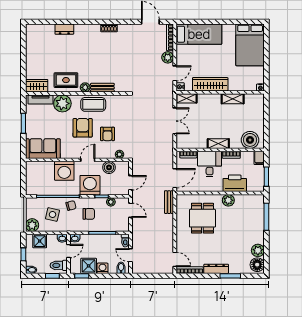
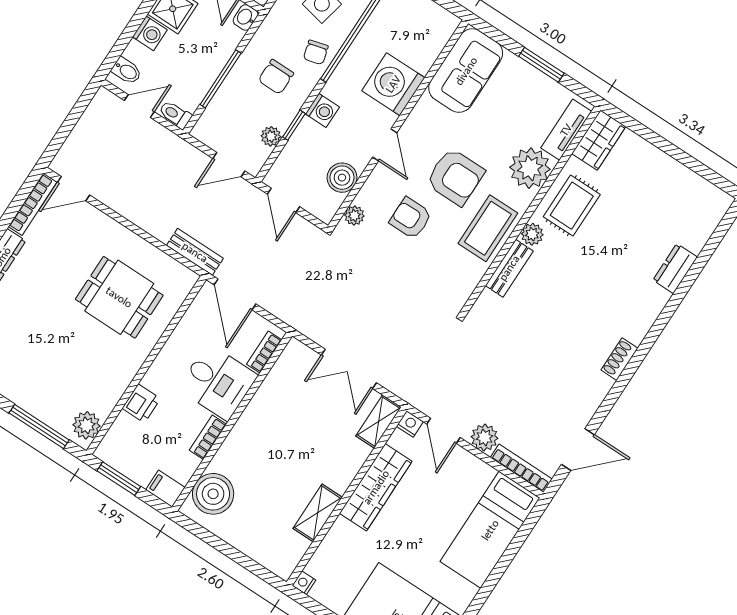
shelving: (218, 144) -> (247, 426), removed
printer: (235, 183) -> (141, 403), width x0.53, depth x0.68
washing machine: (90, 185) -> (322, 110), width x0.53, depth x0.53
plant: (228, 200) -> (86, 425), moved

